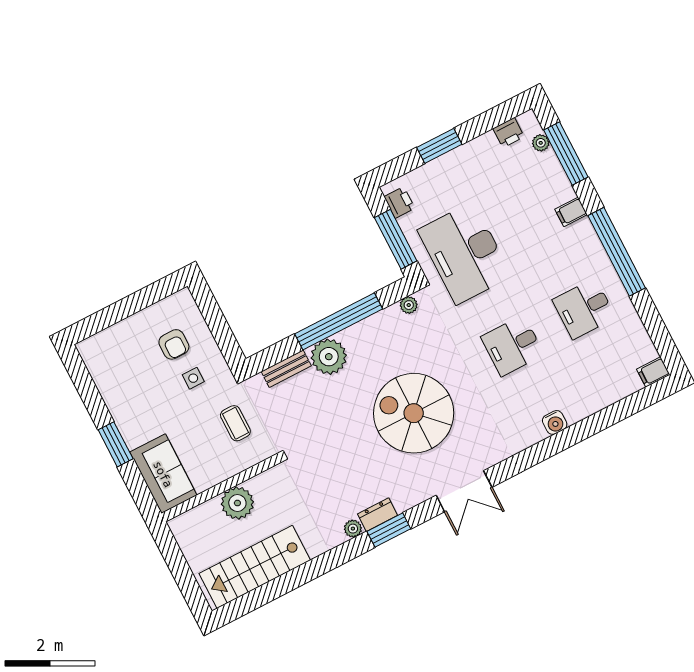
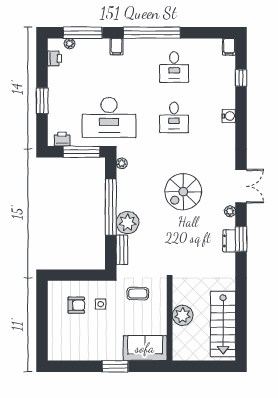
window: (618, 412) -> (241, 78), added
spiral stairs: (414, 413) -> (183, 192), width x0.73, depth x0.73
plant: (353, 529) -> (230, 211), moved

